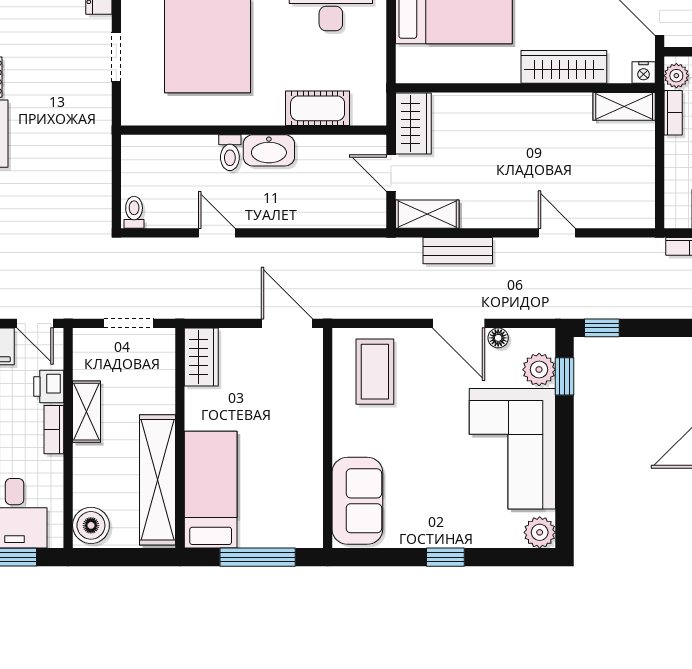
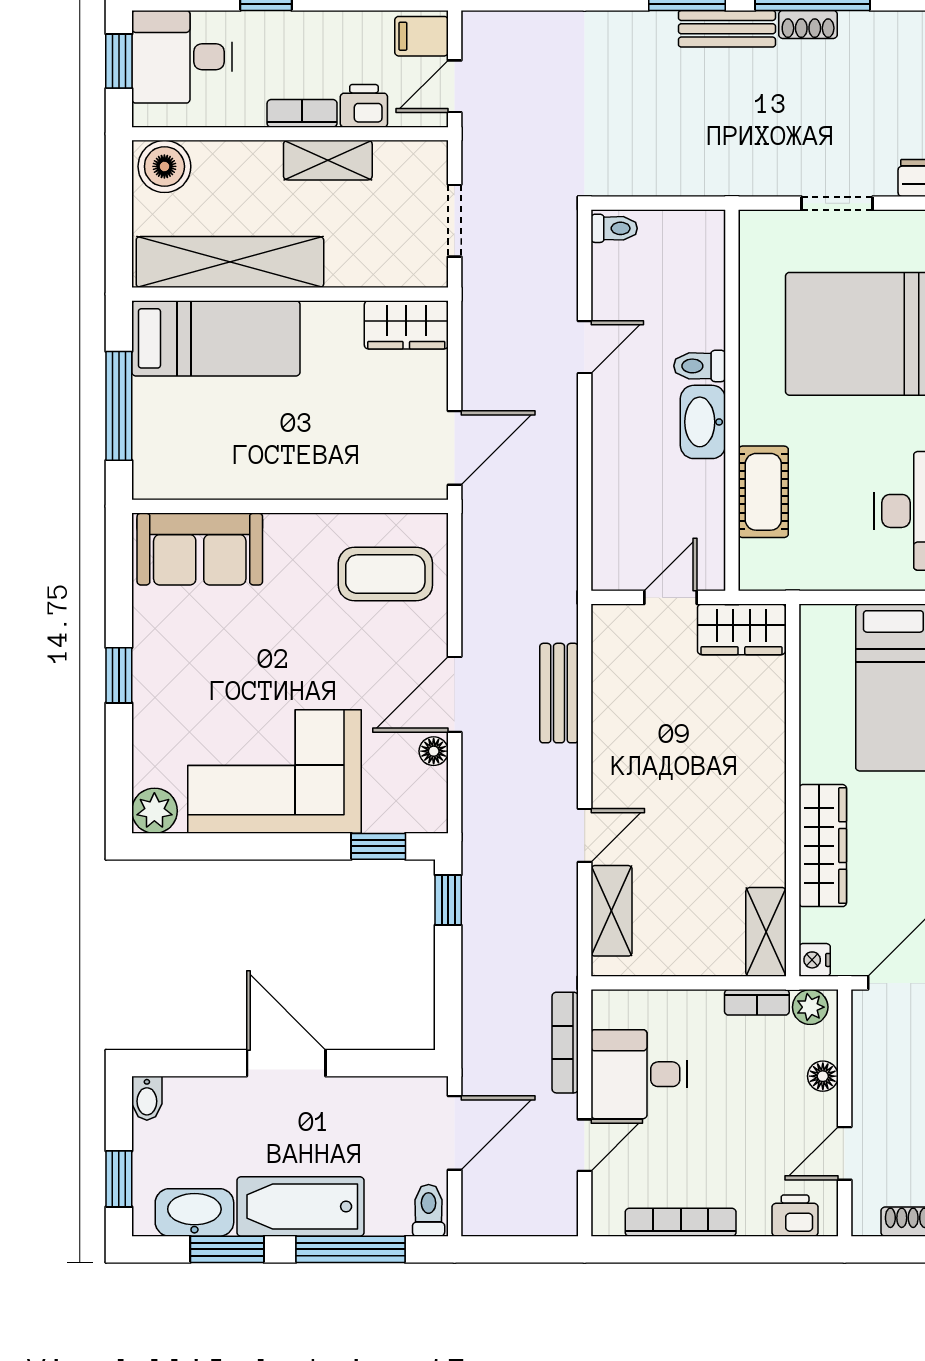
shelving: (427, 214) -> (612, 911), moved
plant: (539, 370) -> (388, 810), removed

